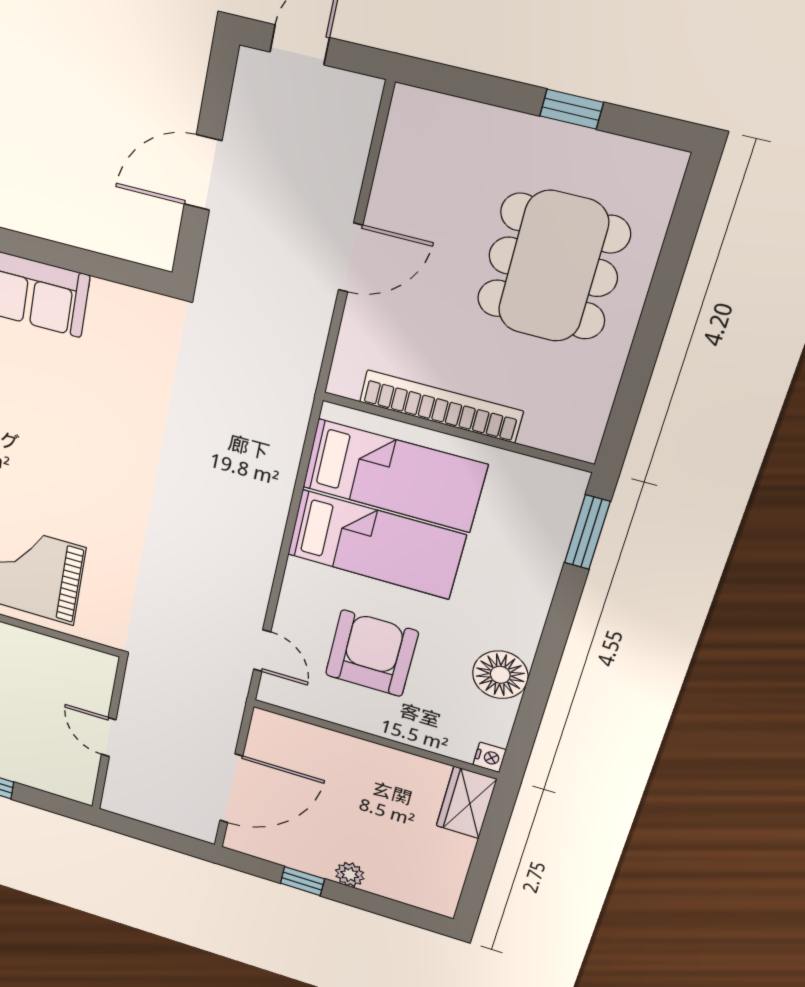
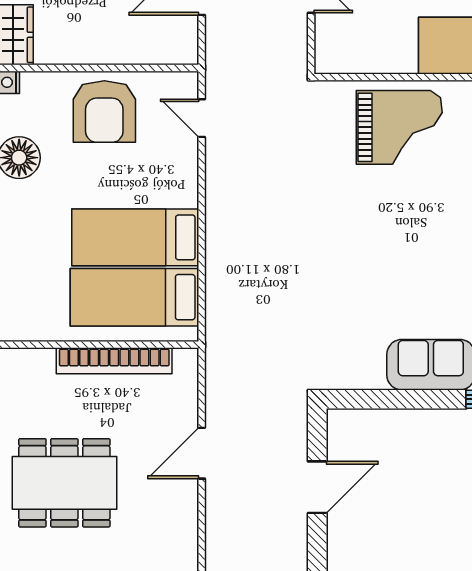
dining table: (553, 267) -> (64, 483), turned 90
armchair: (372, 653) -> (104, 112), moved

